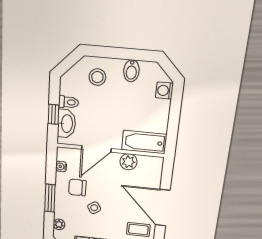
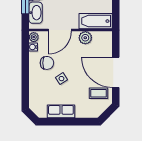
chair: (77, 187) -> (47, 63), turned 180
window: (50, 198) -> (25, 74), removed
plant: (59, 224) -> (34, 37), moved

